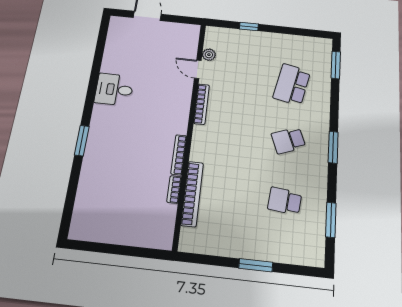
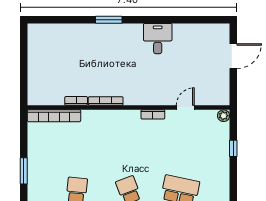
plant: (209, 55) -> (224, 116), moved
bookcase: (201, 104) -> (153, 114), width x0.64
bookcase: (192, 194) -> (54, 116), moved

